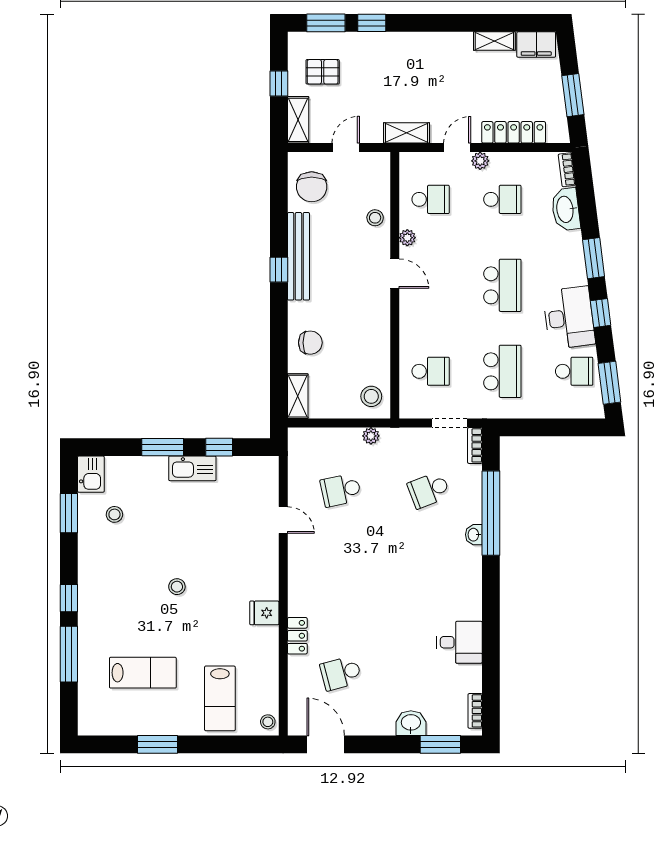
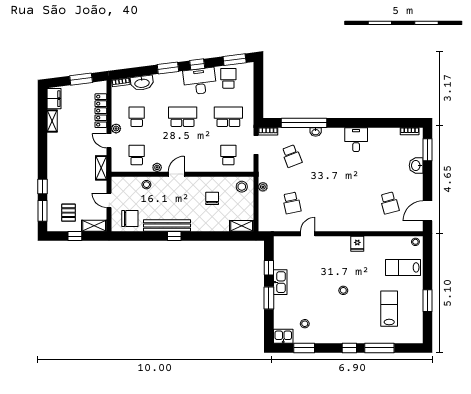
chair: (310, 343) -> (212, 198), moved
locker: (297, 636) -> (369, 226), removed
desk: (459, 642) -> (356, 140), moved
lab bench: (220, 698) -> (403, 267), turned 180

